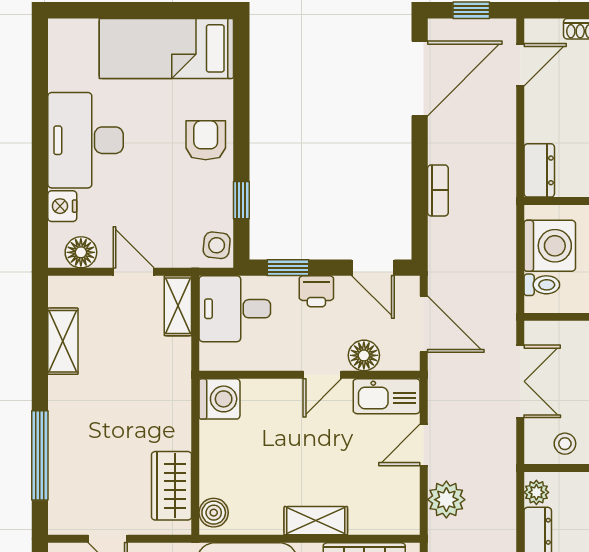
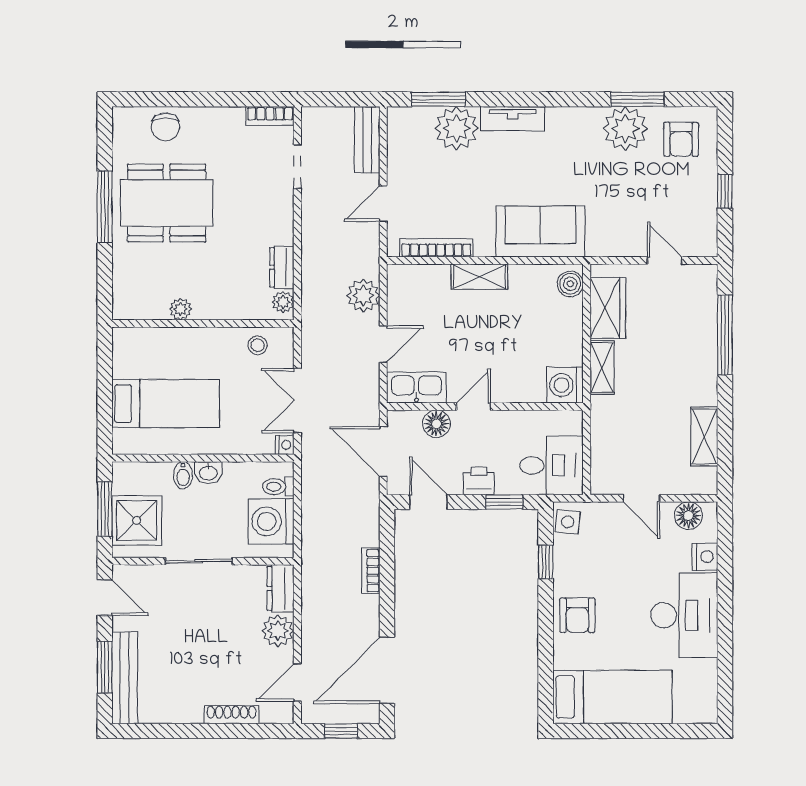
plant: (542, 123) -> (278, 631), added
shelving: (178, 306) -> (602, 367), moved
nightstand: (534, 332) -> (285, 445), added

